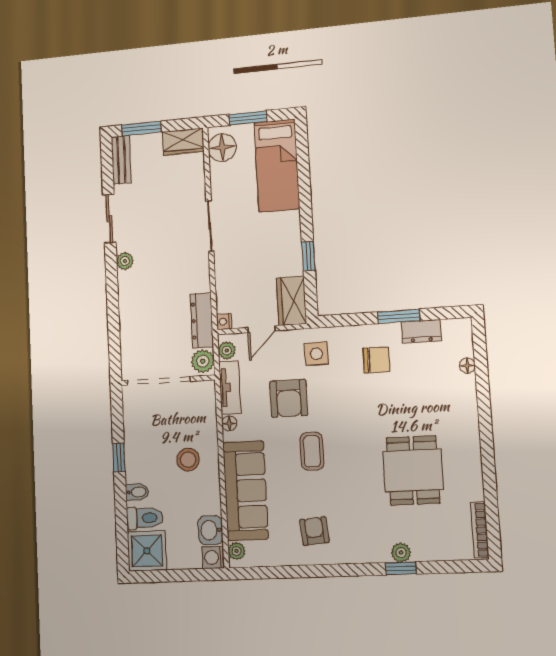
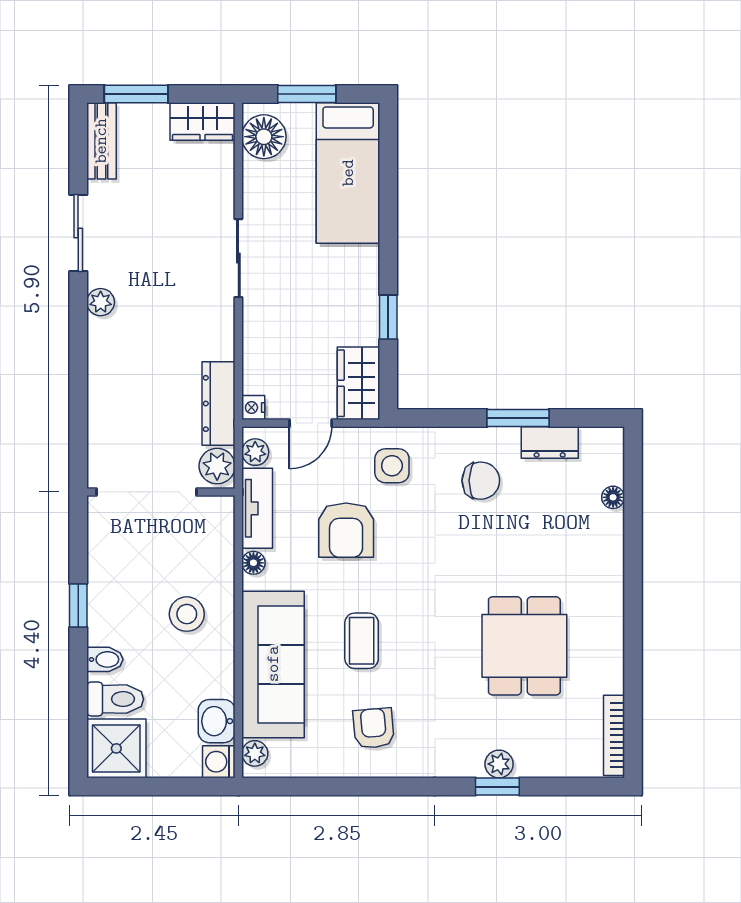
coffee table: (312, 451) -> (362, 641), moved

